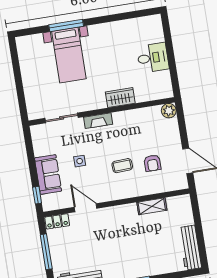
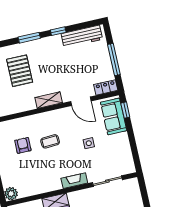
sofa: (48, 174) -> (114, 116), moved
shelving: (152, 206) -> (49, 100), moved
pallet: (151, 246) -> (20, 71), added

